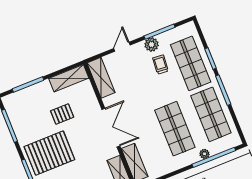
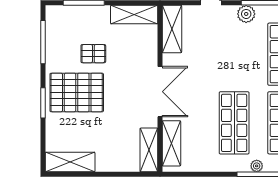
trolley: (160, 65) -> (247, 41), removed
pallet: (62, 114) -> (93, 54), moved

